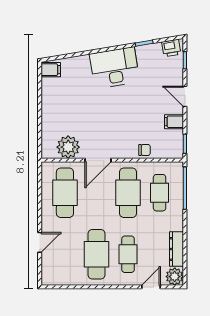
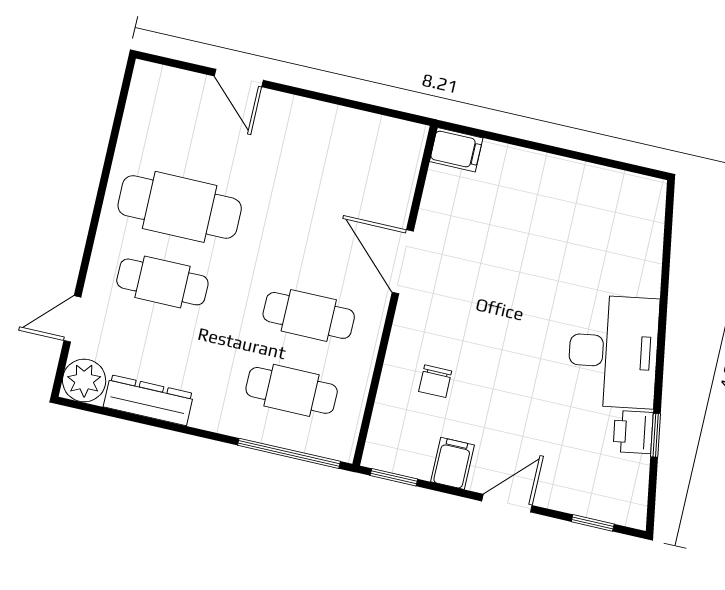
printer: (171, 48) -> (633, 432), moved
filing cabinet: (51, 70) -> (456, 150), moved, turned -90
plant: (68, 147) -> (450, 198), removed
chair: (145, 150) -> (435, 381), moved
cafe table: (65, 193) -> (343, 165), removed
cafe table: (128, 193) -> (309, 315), width x0.73, depth x0.74
door: (151, 287) -> (72, 319), swing flipped

